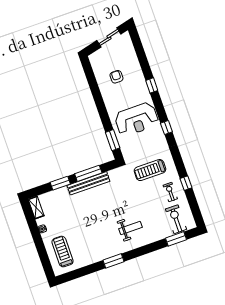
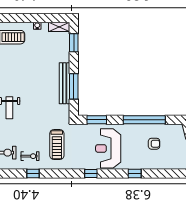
window: (97, 94) -> (144, 120), added
treadmill: (150, 170) -> (57, 145), turned 180
window: (60, 183) -> (74, 43), moved

